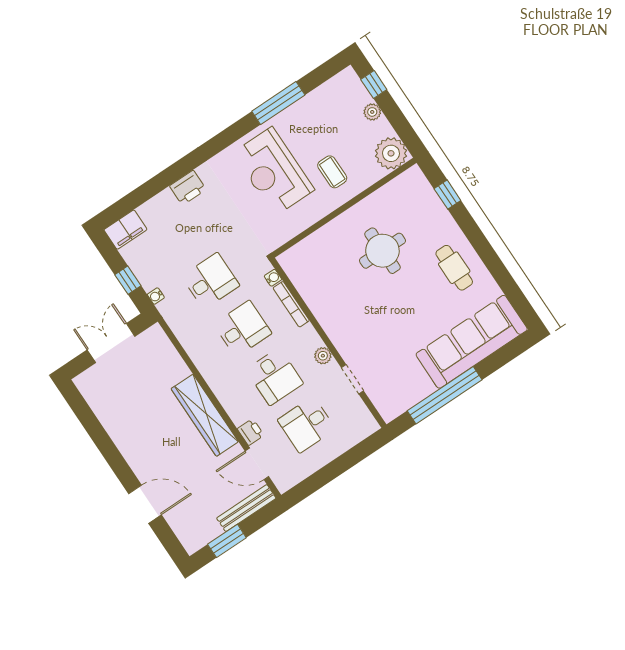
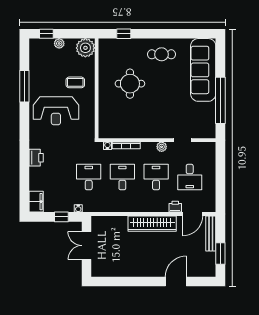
desk: (275, 377) -> (156, 177), turned -90

